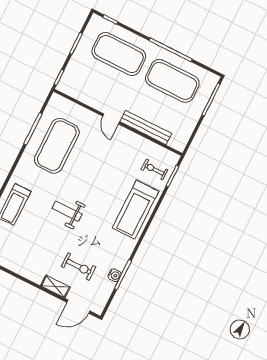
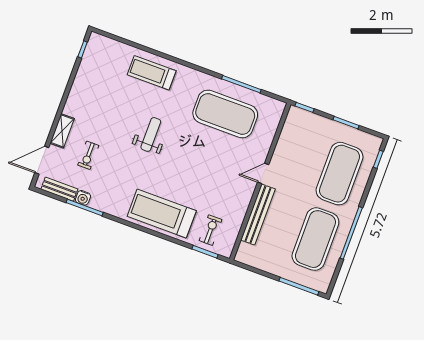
exercise bike: (79, 266) -> (88, 155), width x0.73, depth x0.72
bench: (105, 295) -> (59, 189), added
door: (78, 307) -> (42, 160), hinge flipped

